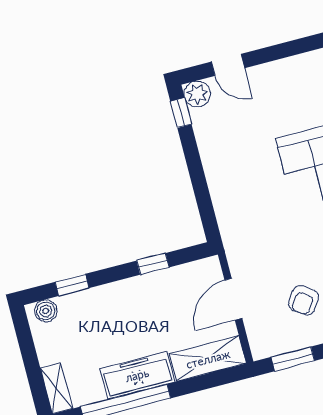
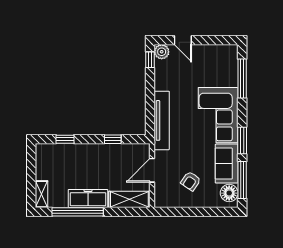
tv unit: (228, 210) -> (162, 120), added
boiler: (46, 311) -> (47, 150), removed
window: (293, 359) -> (176, 212), removed

